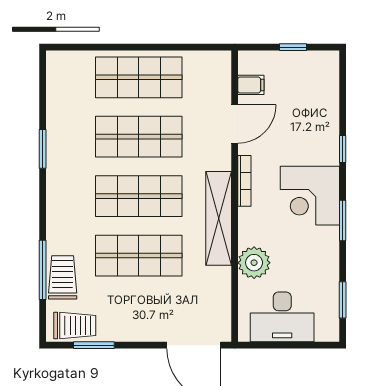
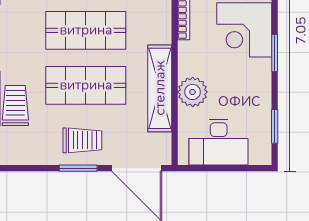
shelving: (219, 218) -> (160, 88), moved
trolley: (75, 326) -> (82, 140), moved
window: (94, 345) -> (78, 168), moved

